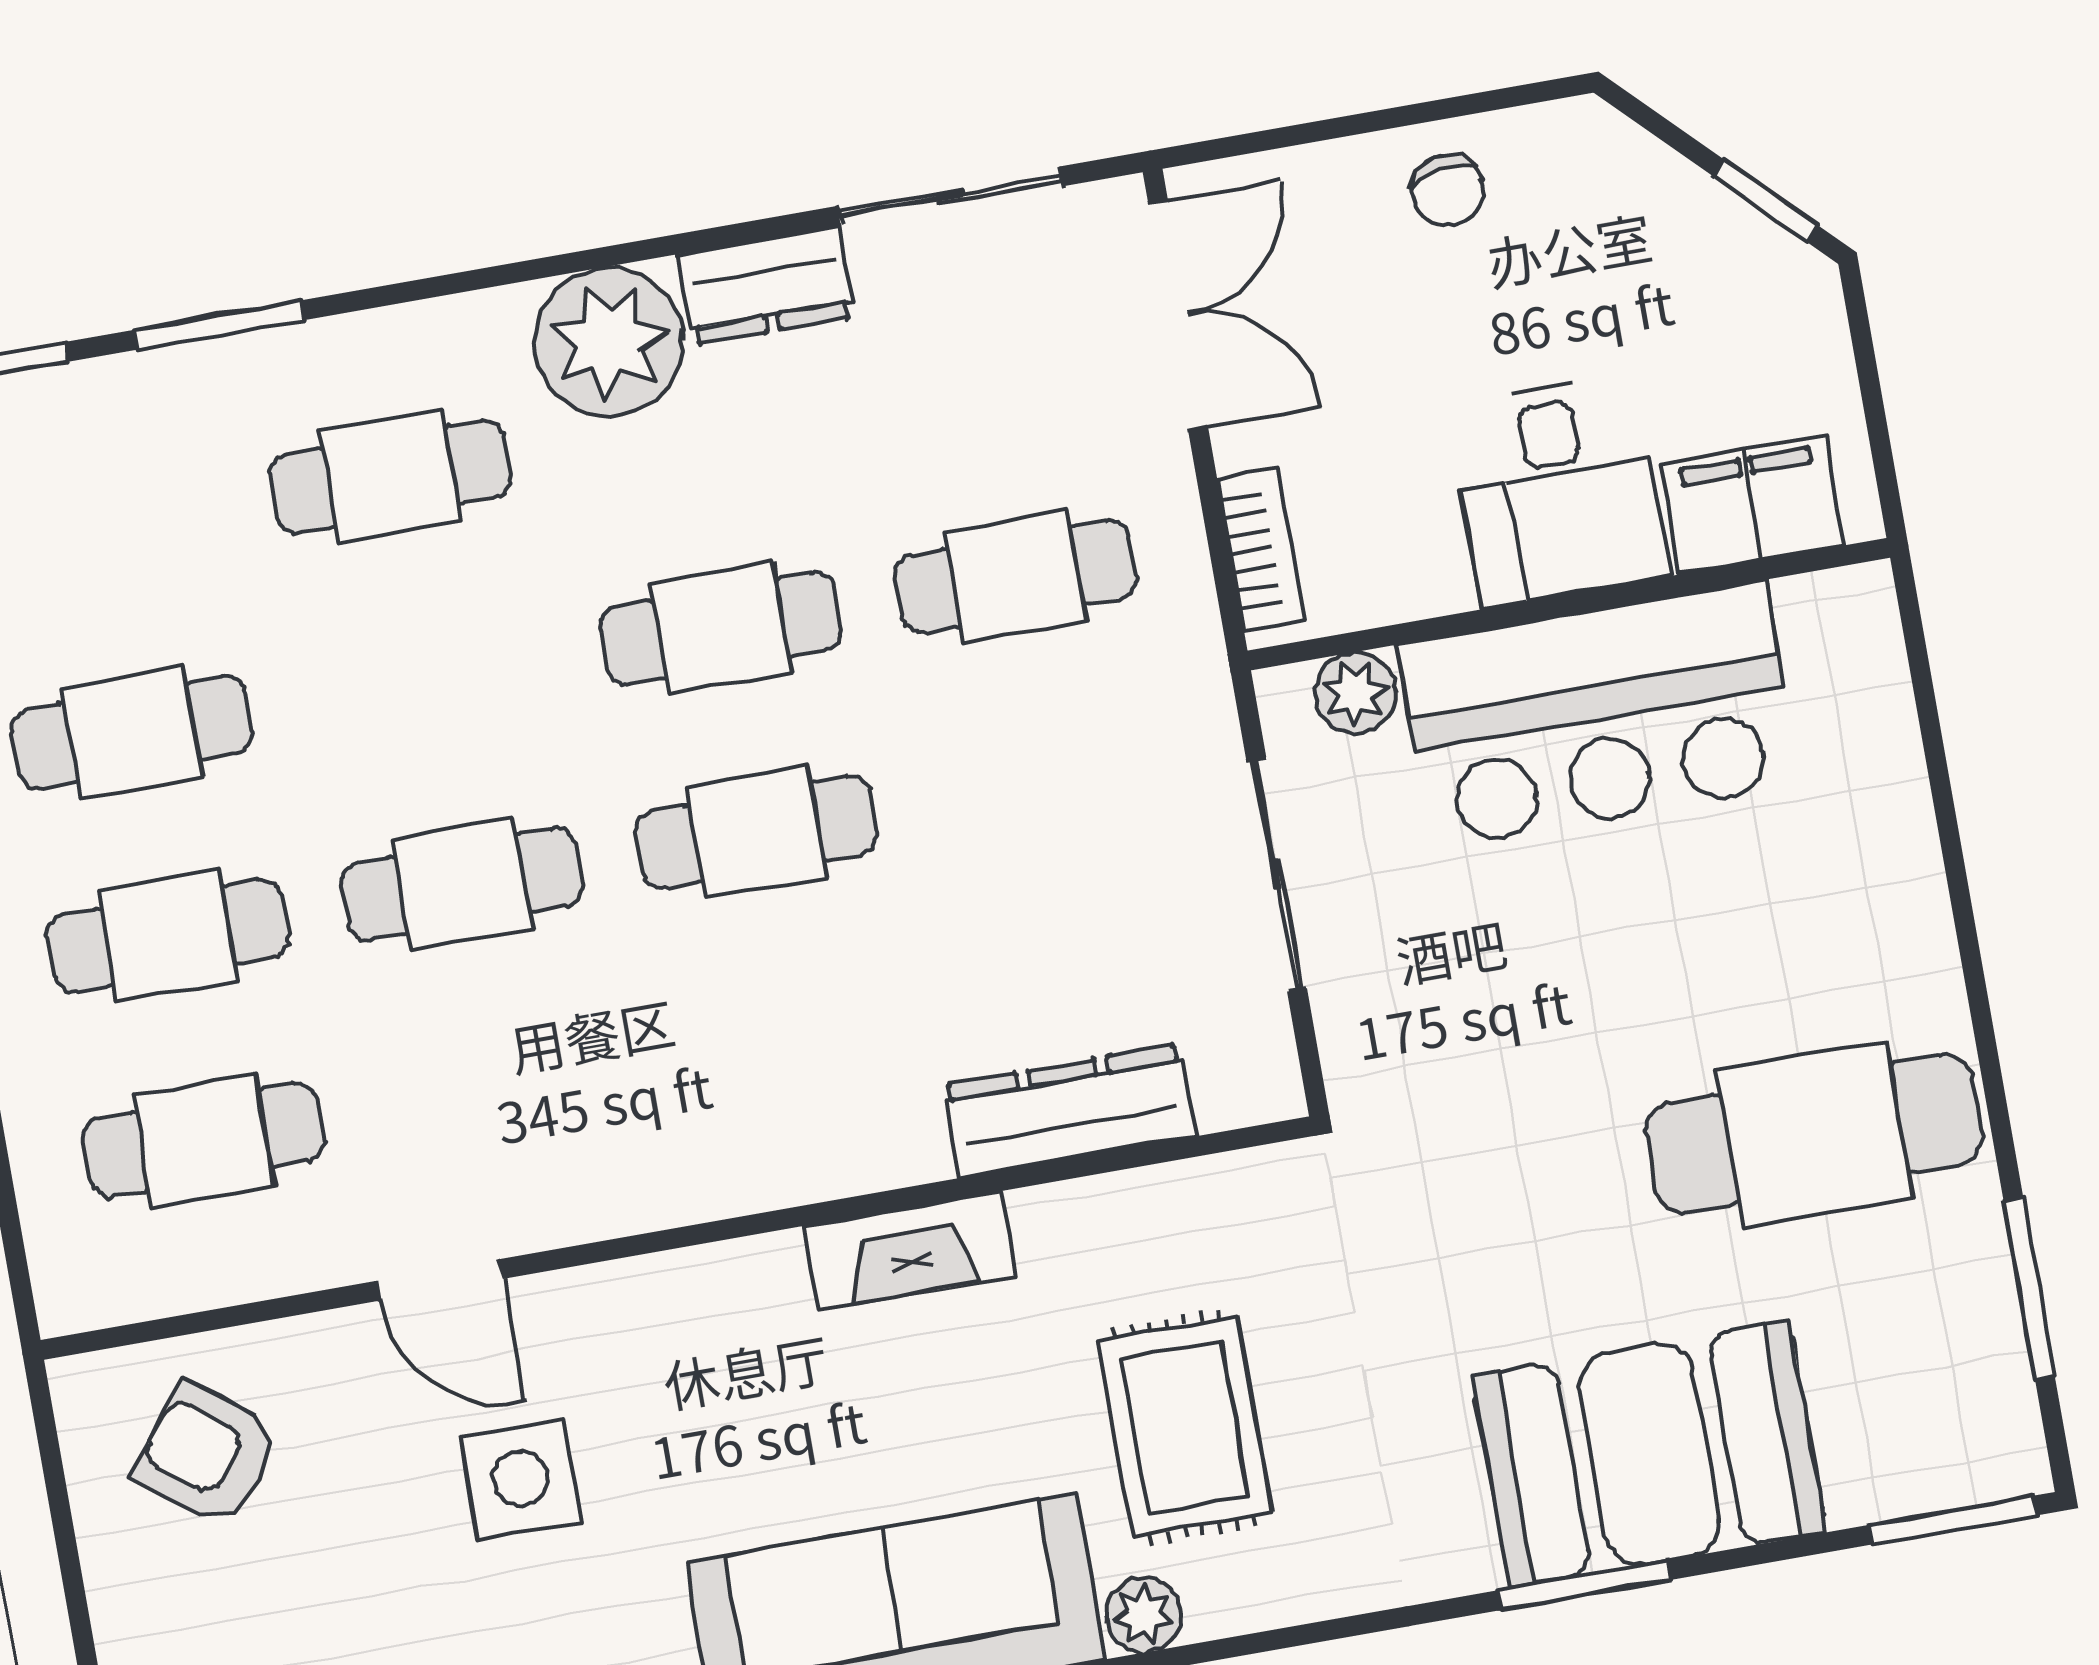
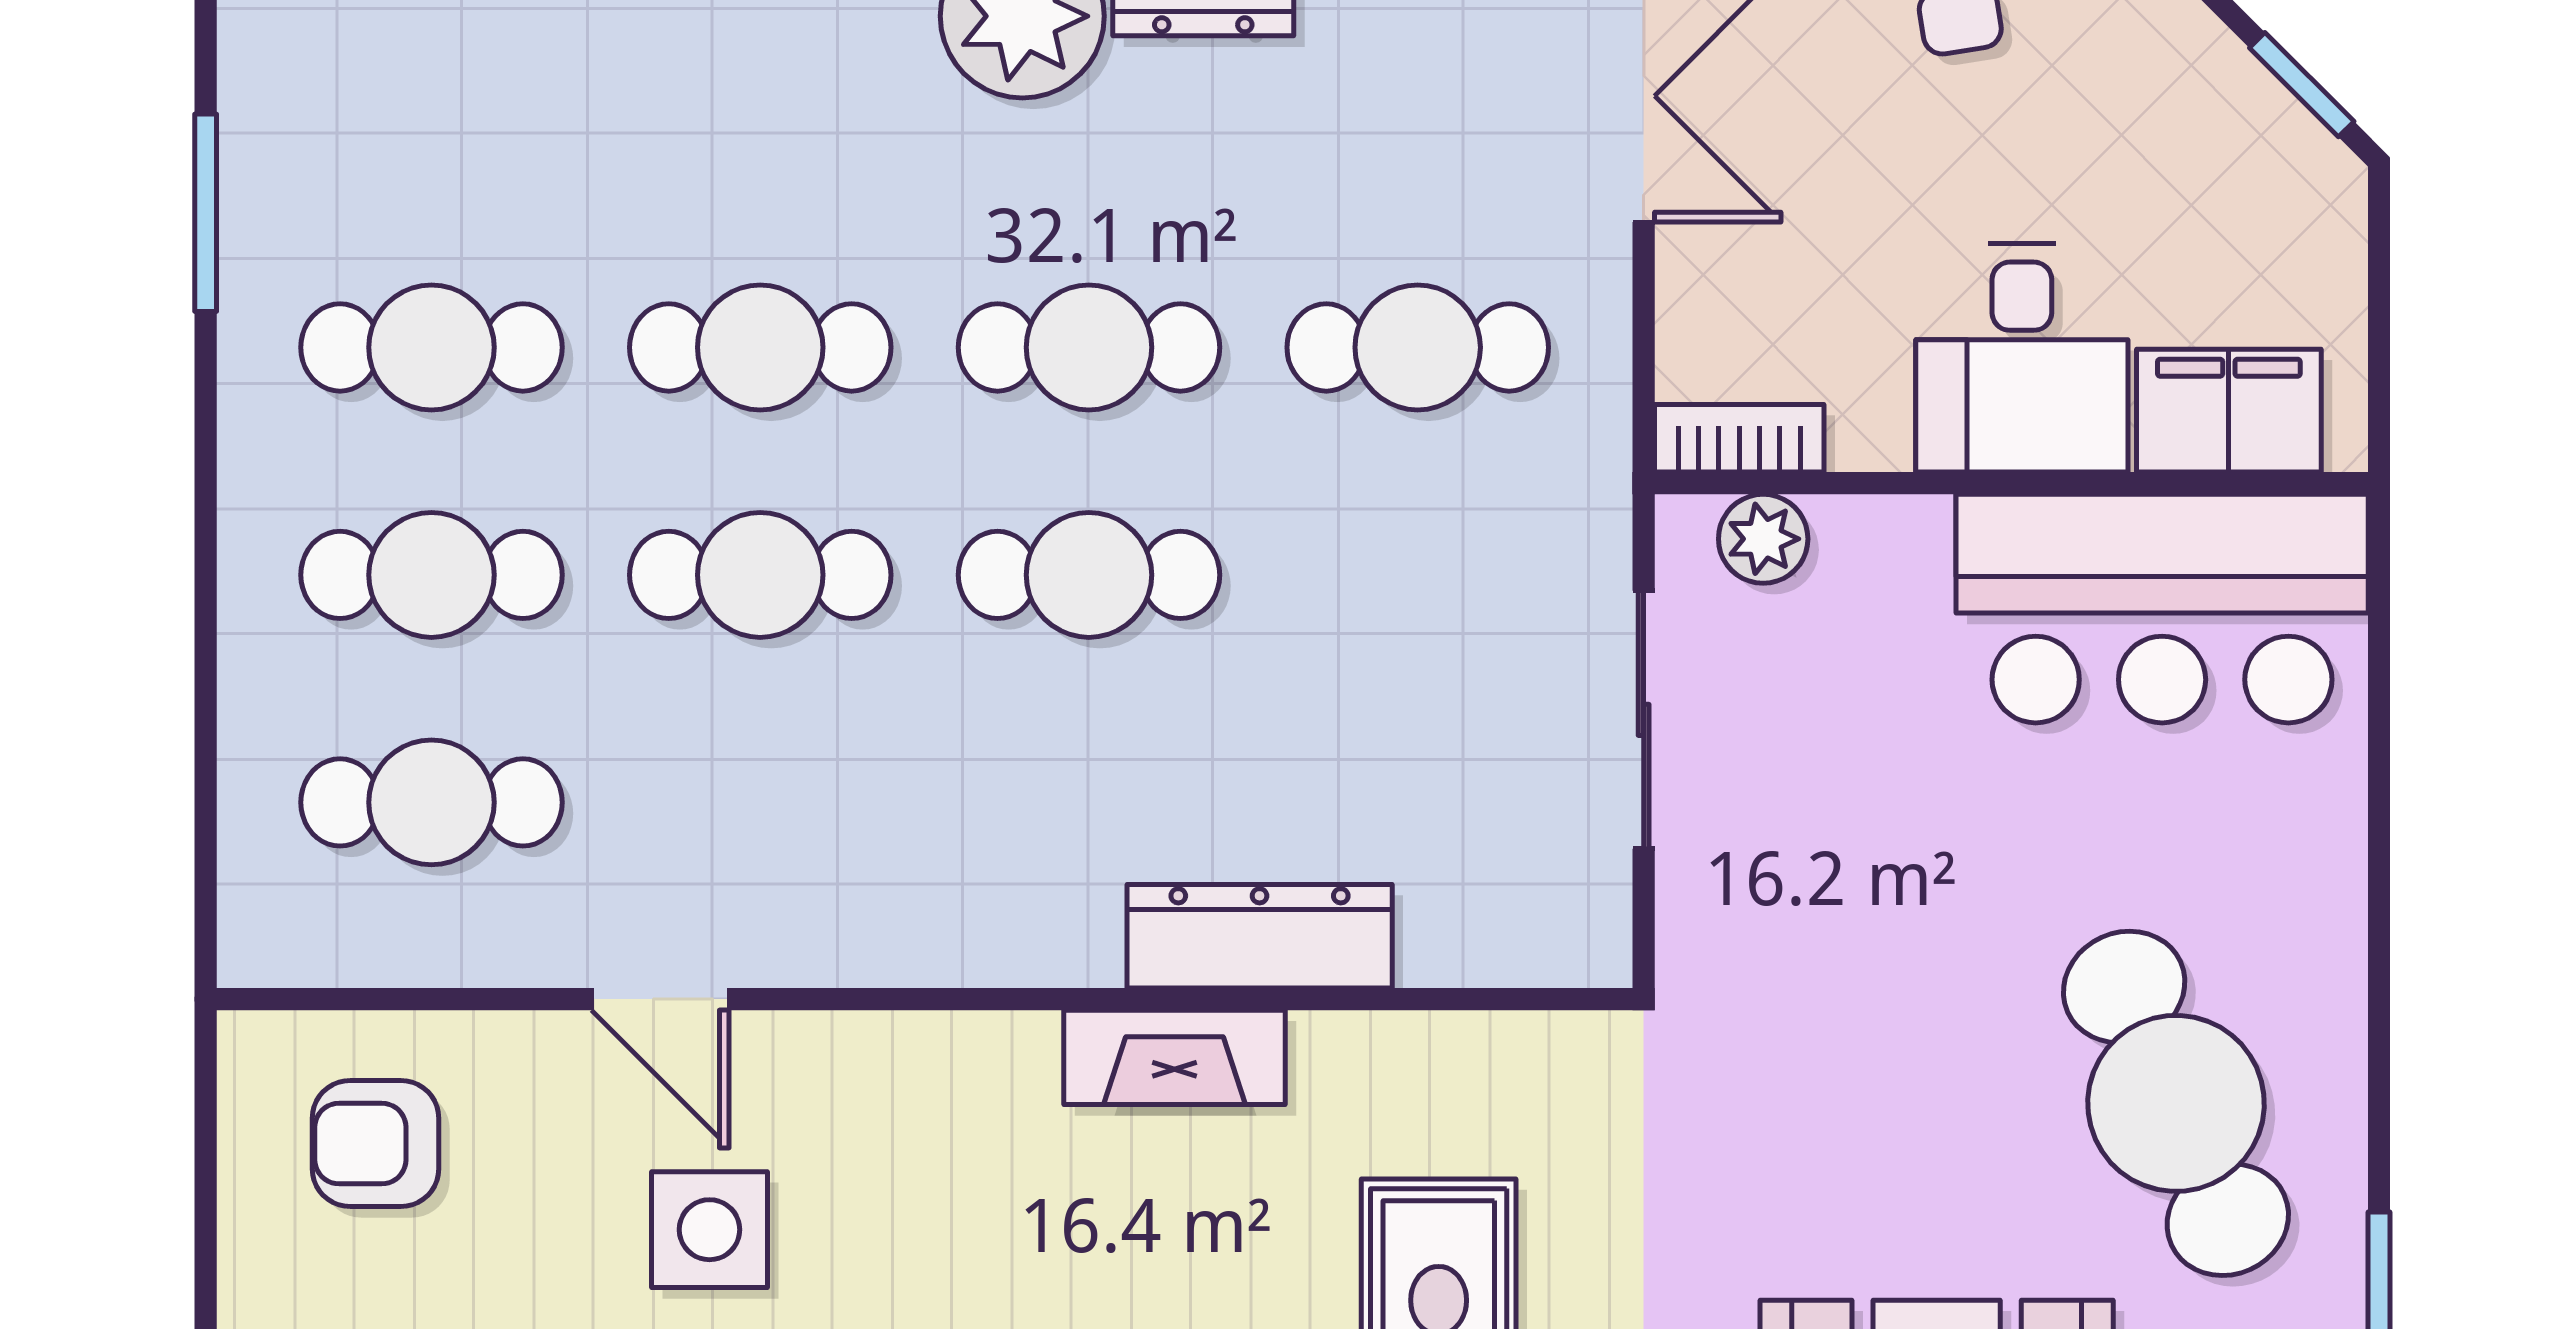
cafe table: (390, 476) -> (760, 347), moved
bookcase: (1261, 549) -> (1739, 438), moved, turned -90
bar counter: (1599, 715) -> (2162, 609), moved
dresser: (1069, 1111) -> (1260, 936), moved
cafe table: (1814, 1134) -> (2176, 1103), turned 66
armchair: (207, 1454) -> (376, 1144), turned -38

